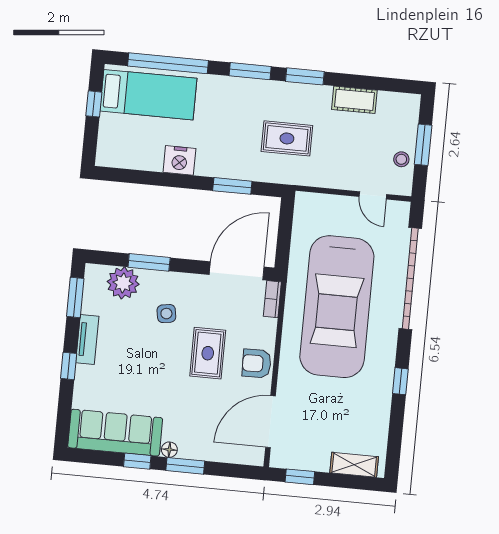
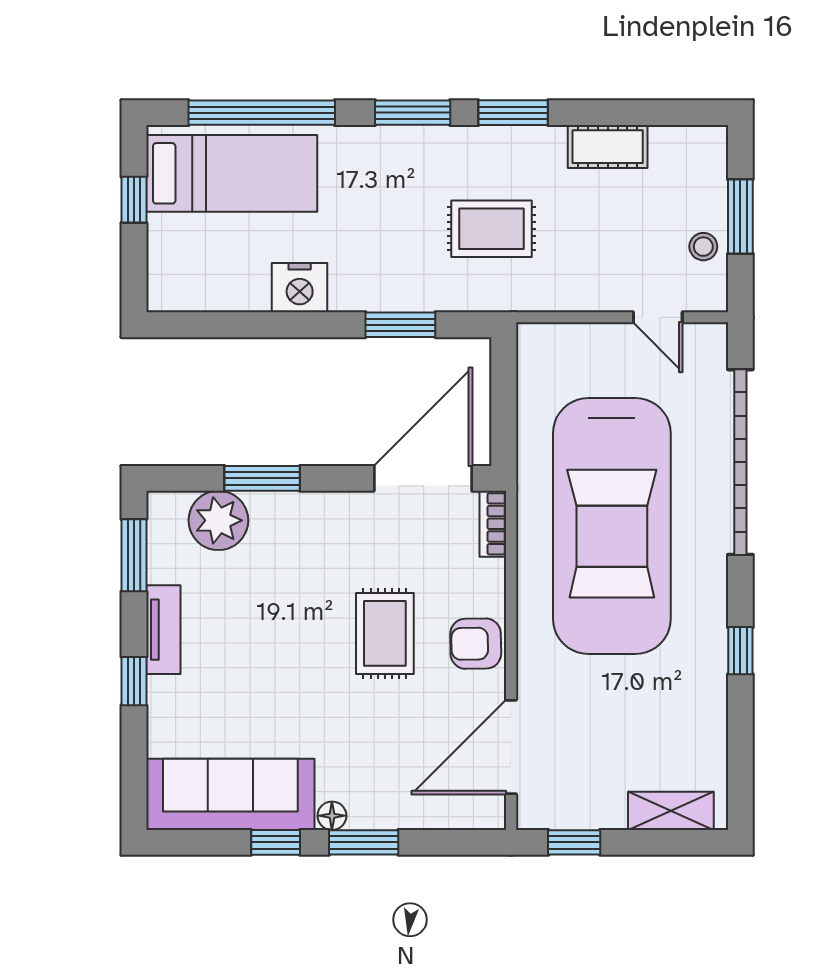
side table: (166, 314) -> (303, 569), removed

